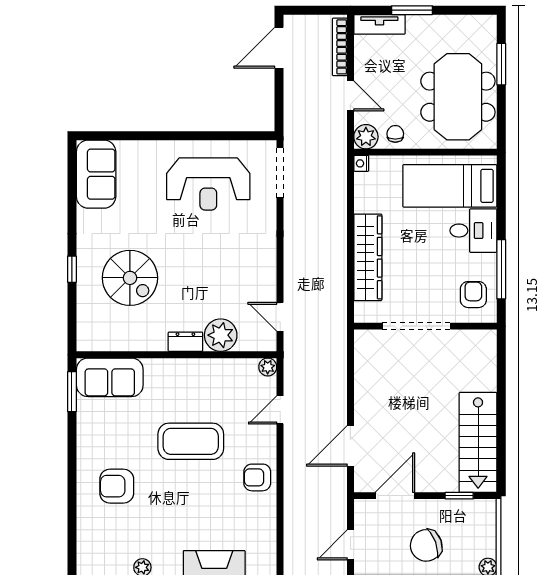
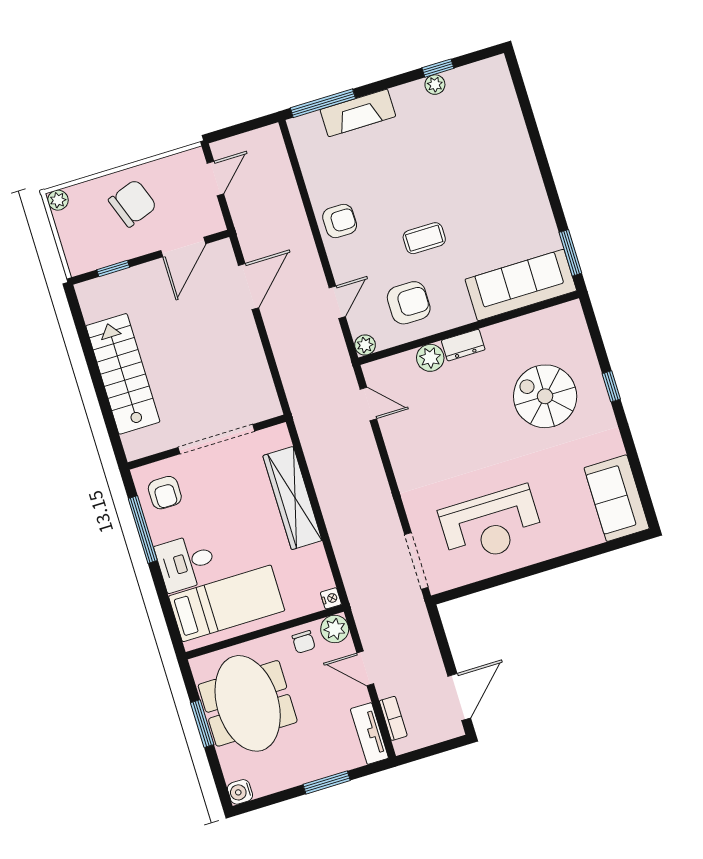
tv unit: (379, 24) -> (369, 734), moved, turned -90
water cooler: (487, 24) -> (240, 792), added
bookcase: (340, 47) -> (393, 718), width x0.64
window: (501, 64) -> (202, 724), moved
reception desk: (208, 184) -> (491, 525), turned 180
plant: (221, 335) -> (430, 358), width x0.73, depth x0.73
sofa: (110, 377) -> (521, 285), width x1.36
coffee table: (191, 441) -> (424, 238), width x0.54, depth x0.58
stairs: (478, 442) -> (123, 374), moved
armchair: (117, 486) -> (409, 303), moved

